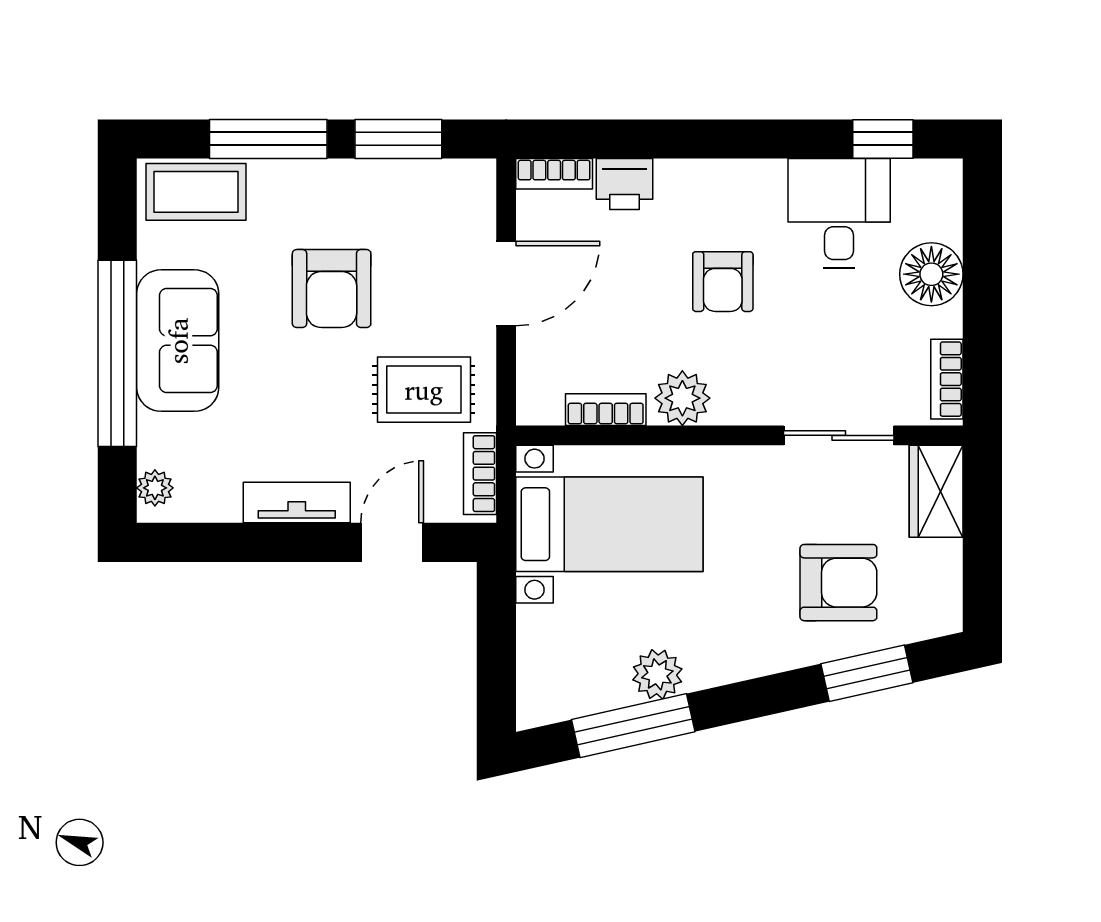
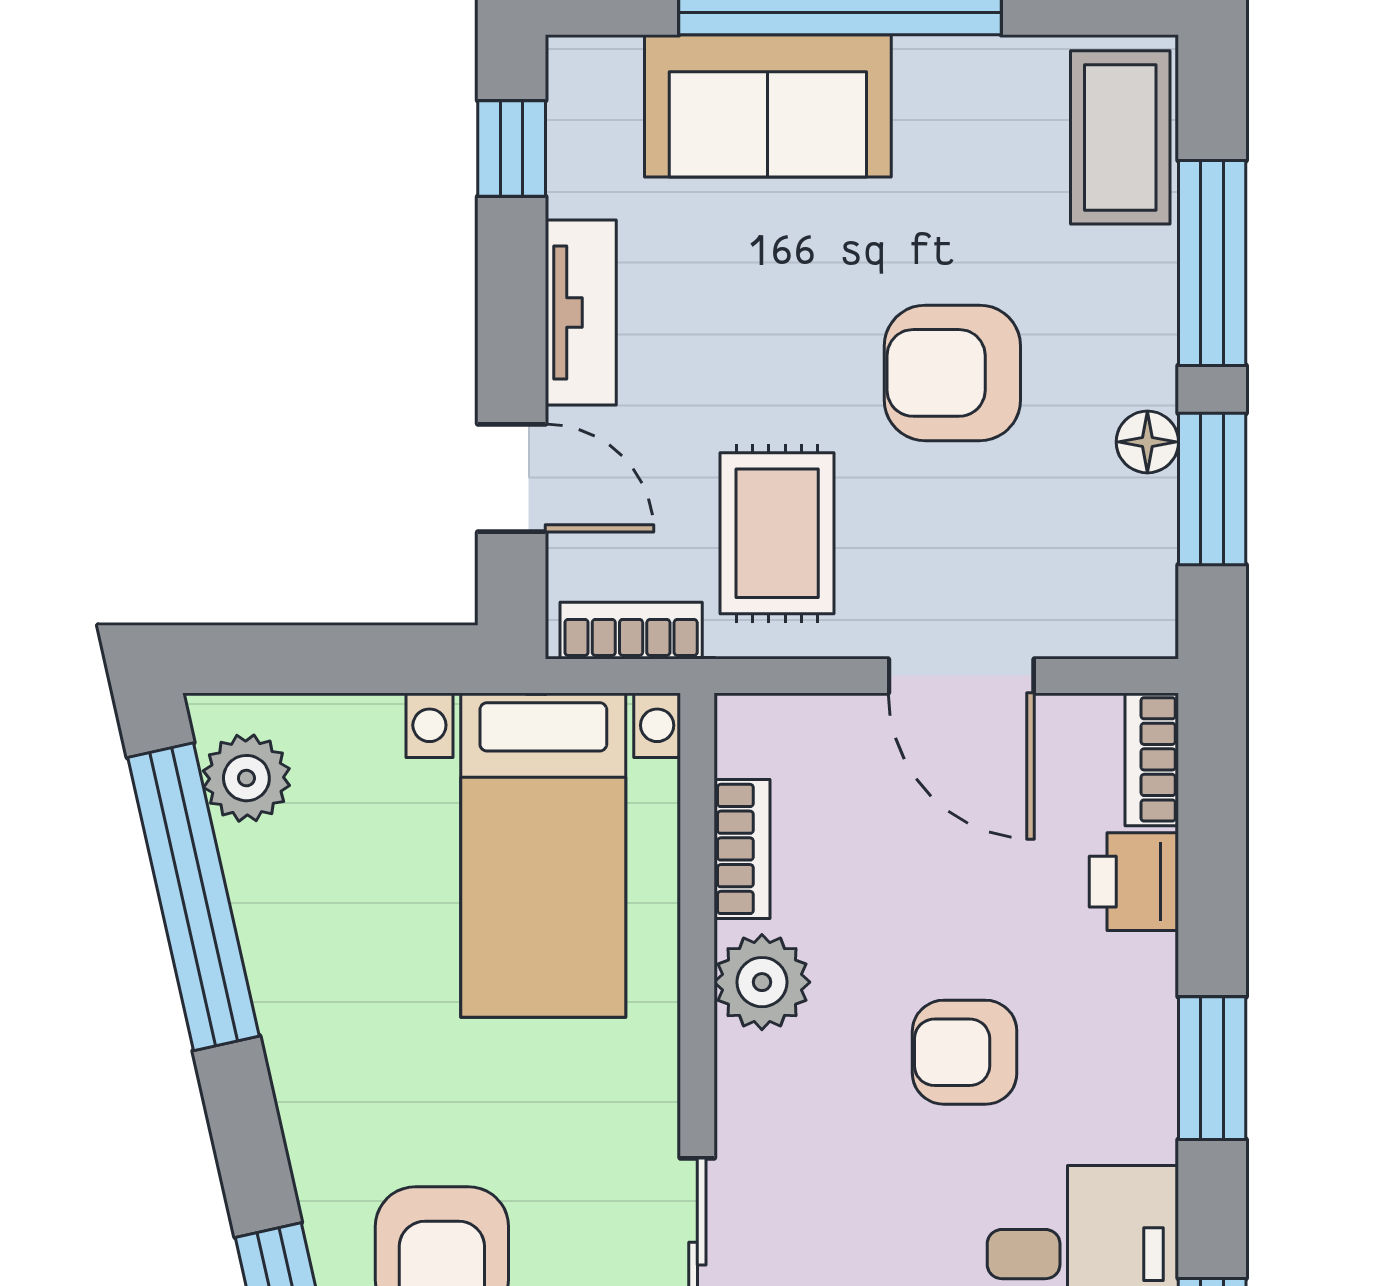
window: (732, 139) -> (1212, 1068), added
floor lamp: (371, 176) -> (1147, 442), added
sofa: (178, 341) -> (768, 106), moved
plant: (155, 488) -> (606, 66), removed
window: (202, 542) -> (512, 149), added
plant: (657, 674) -> (246, 778), moved
window: (633, 726) -> (193, 897), width x1.46

